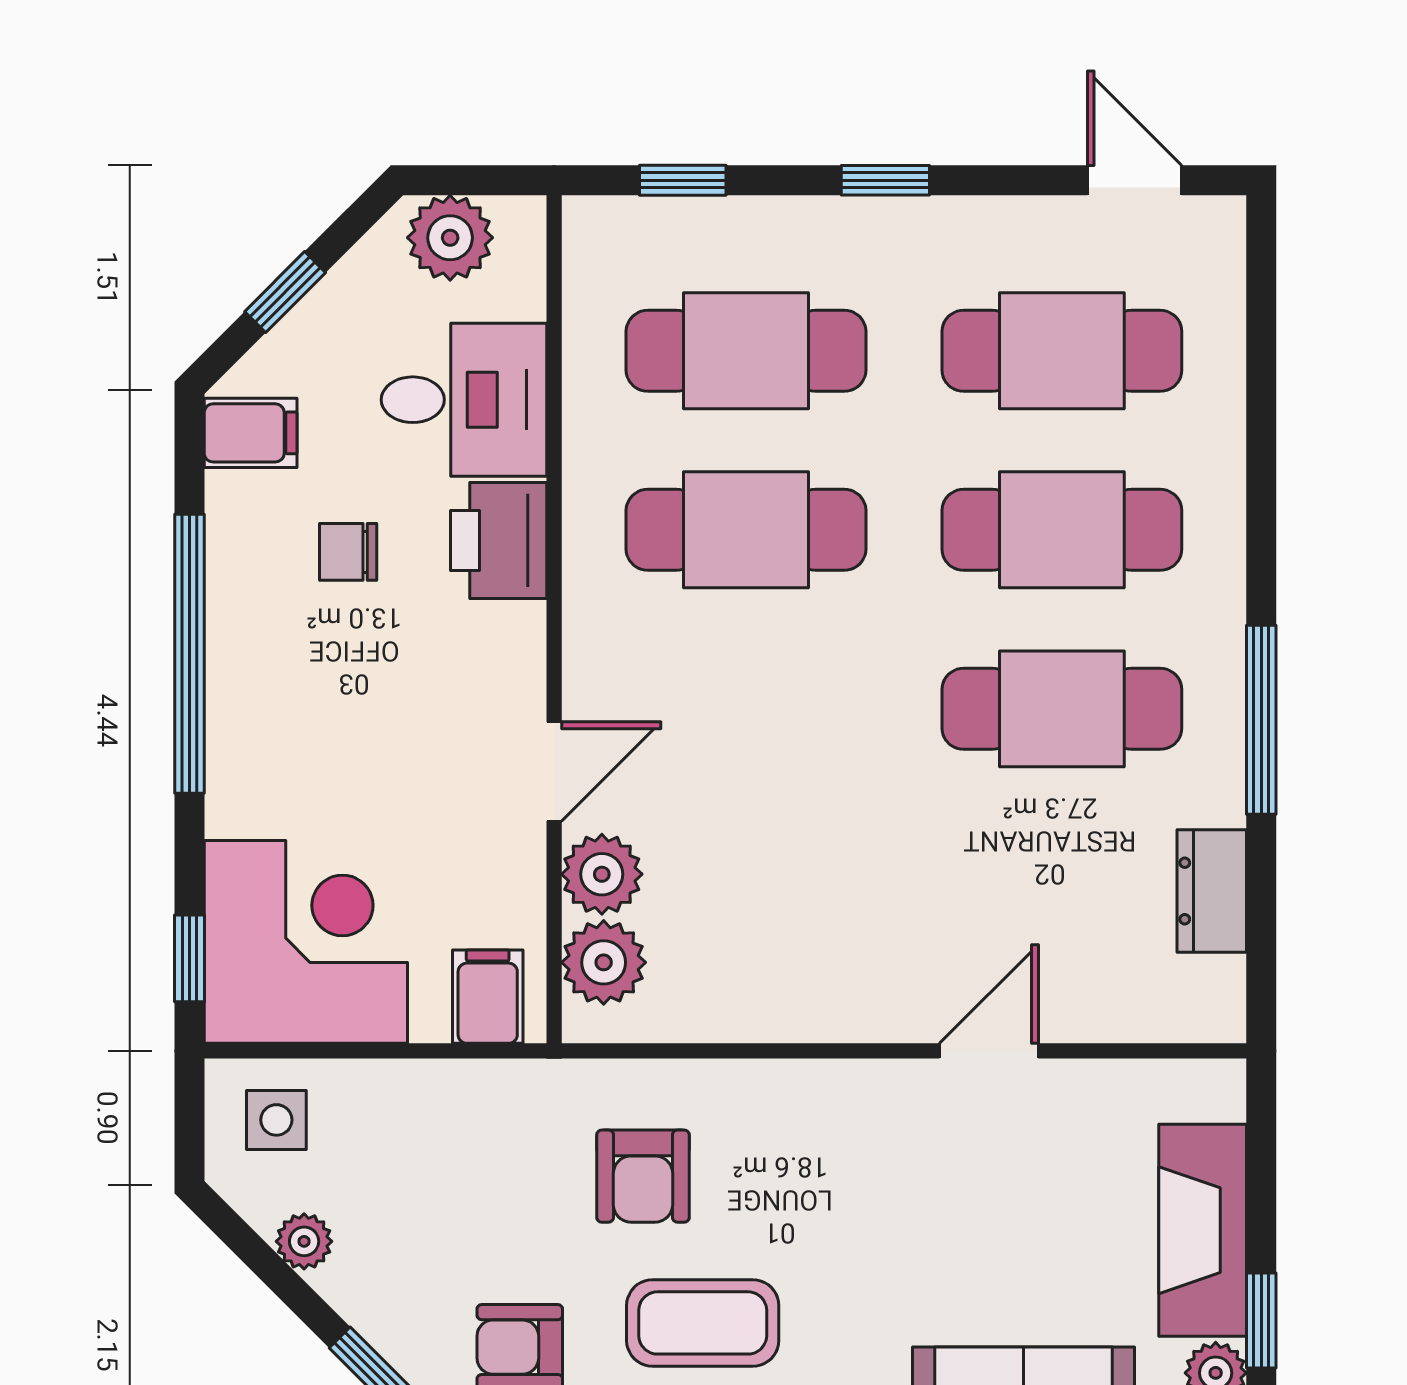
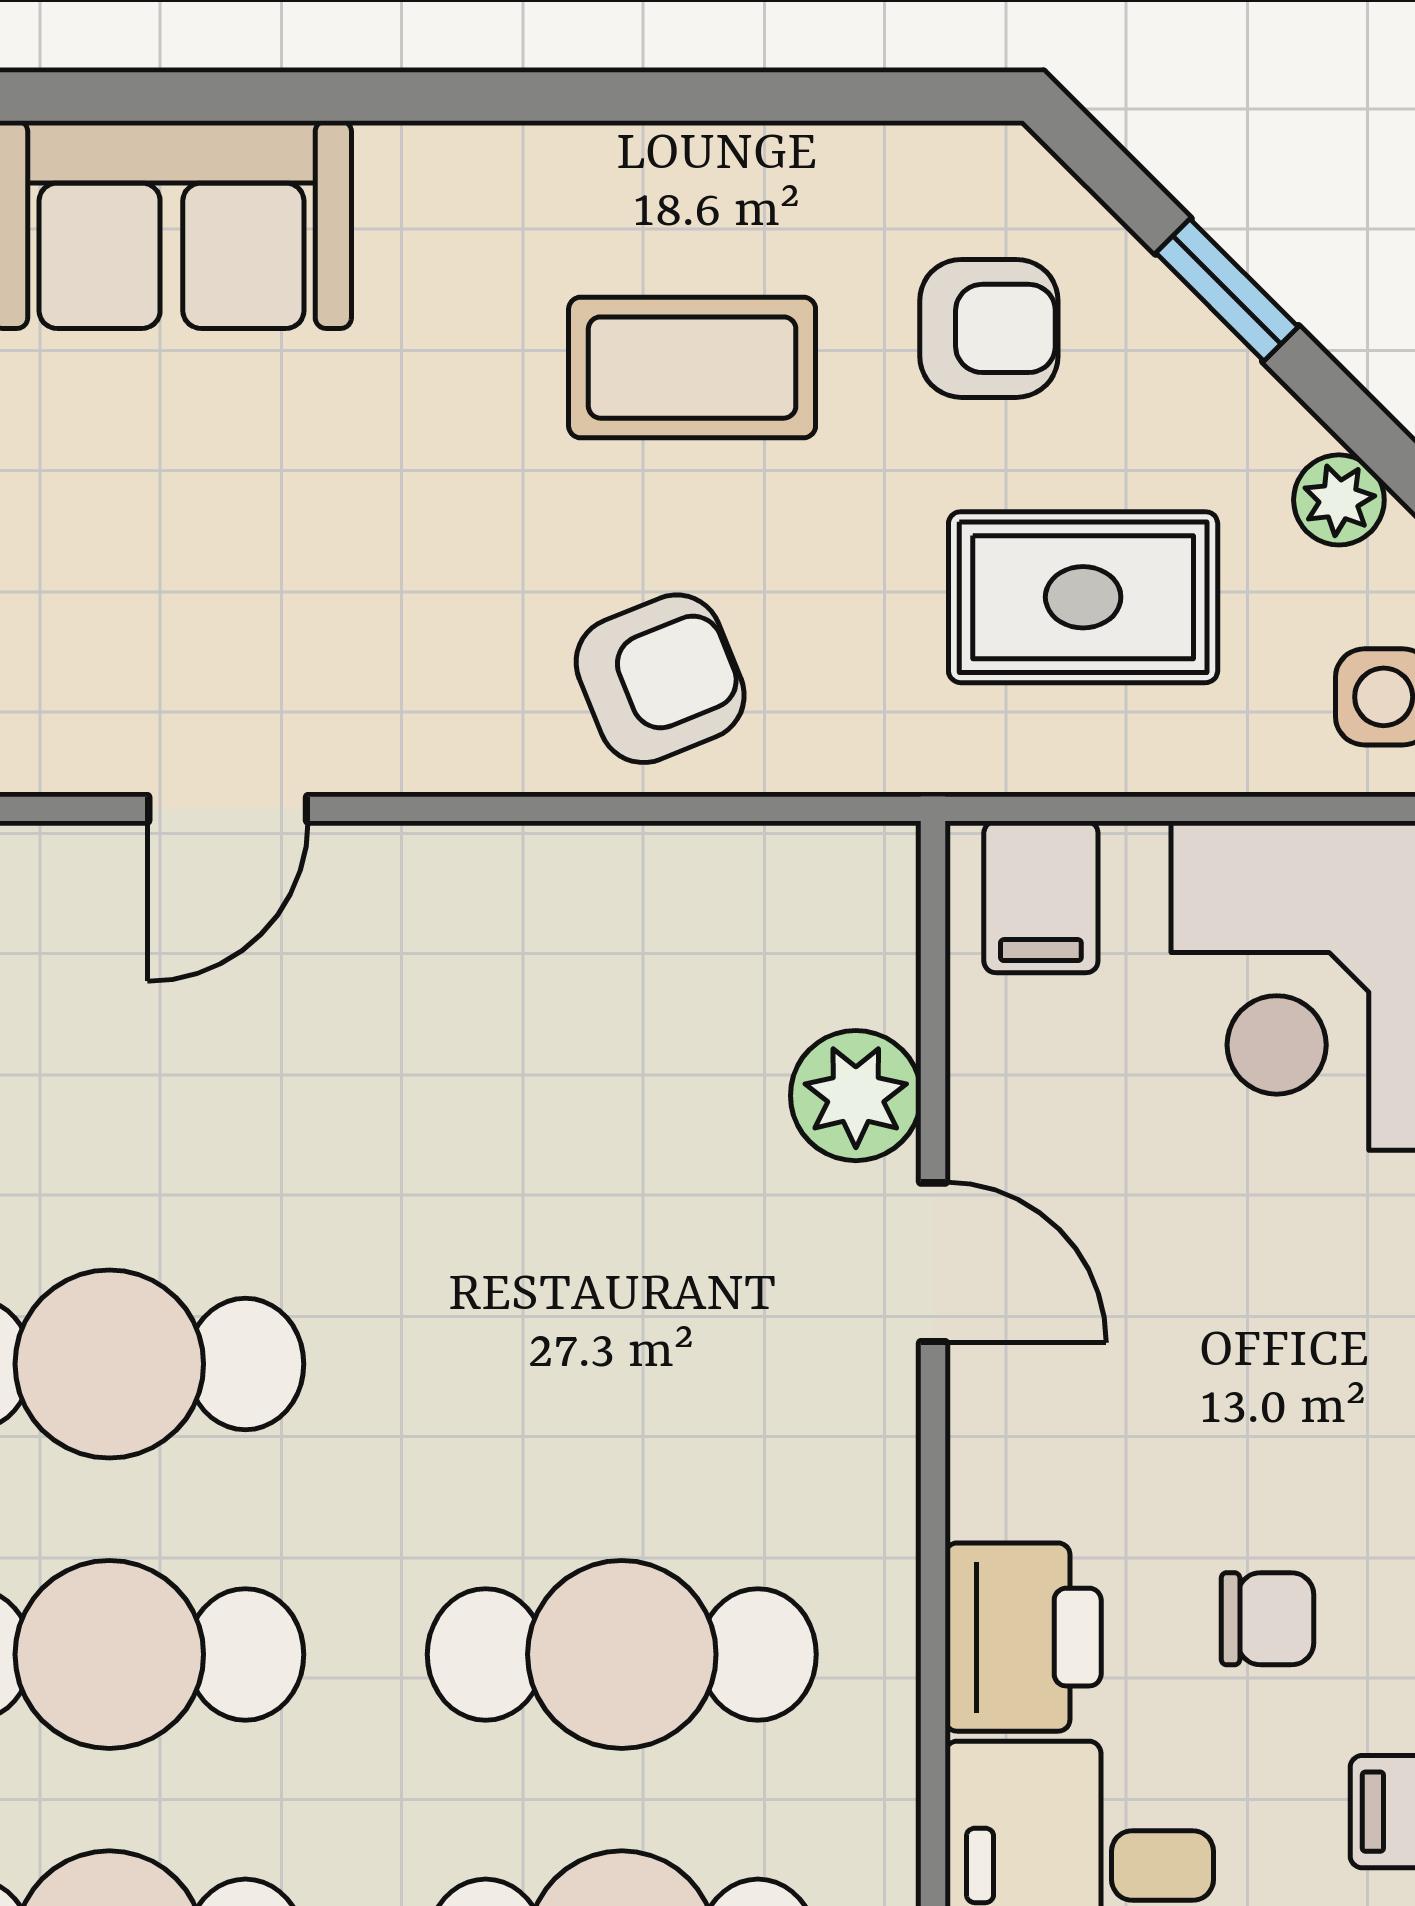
door: (554, 771) -> (933, 1262), swing flipped
plant: (604, 962) -> (853, 953), removed
armchair: (643, 1176) -> (660, 679), moved, turned 68
rug: (462, 1181) -> (1083, 597), added

